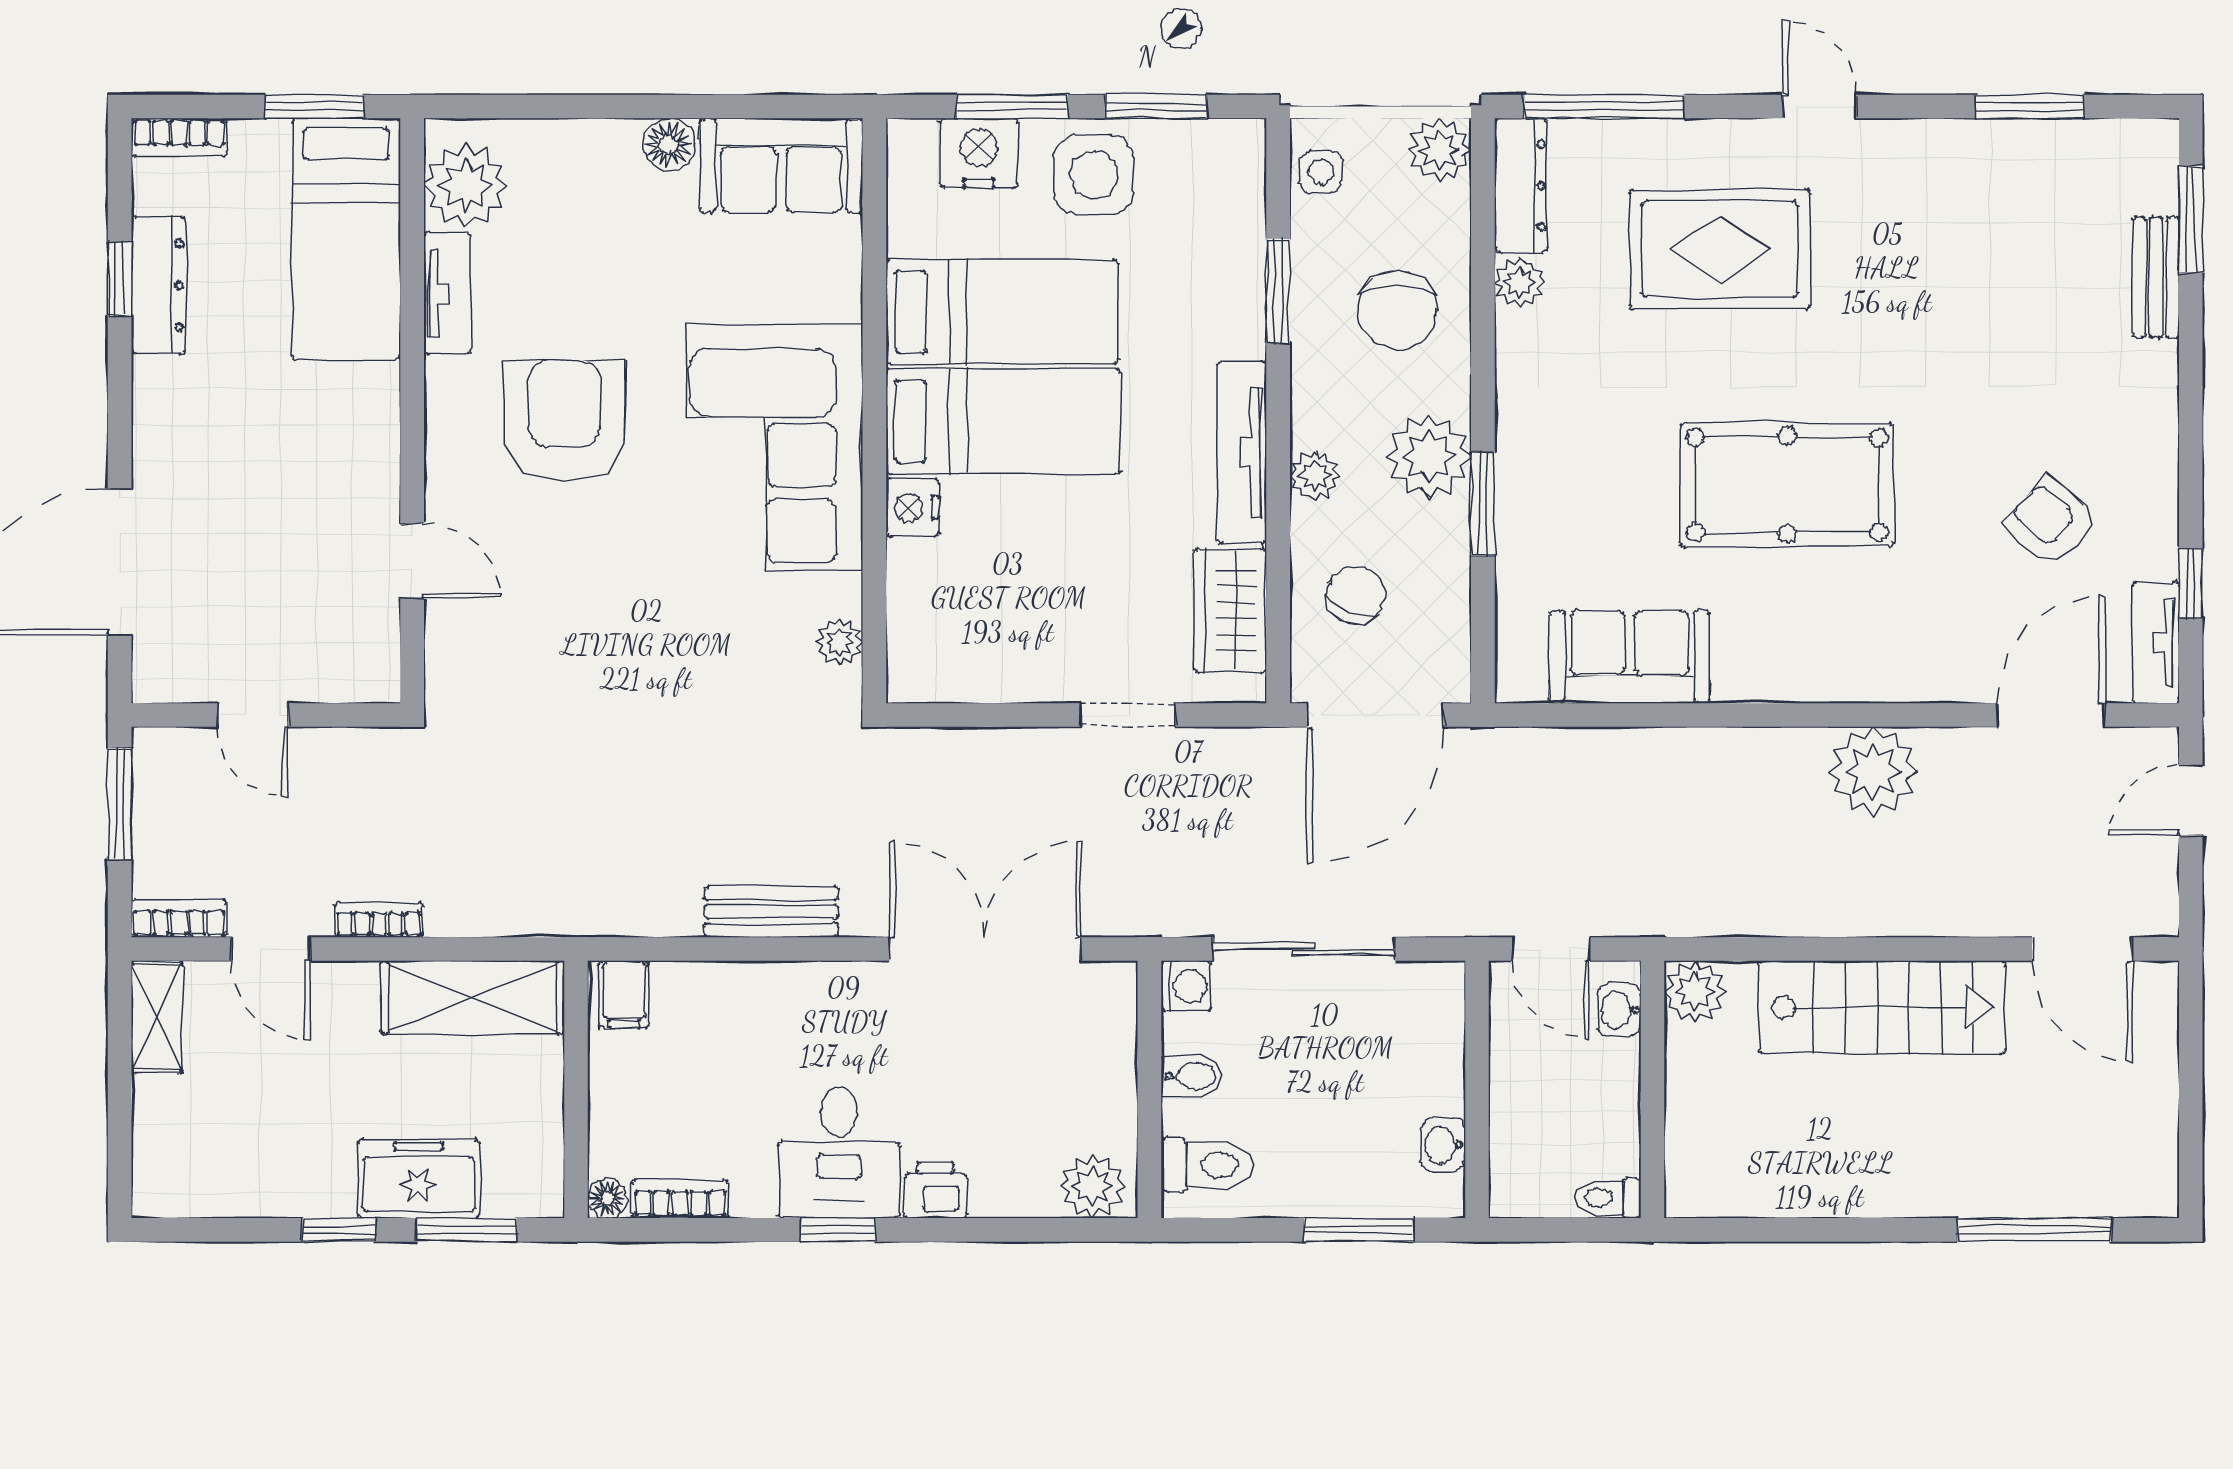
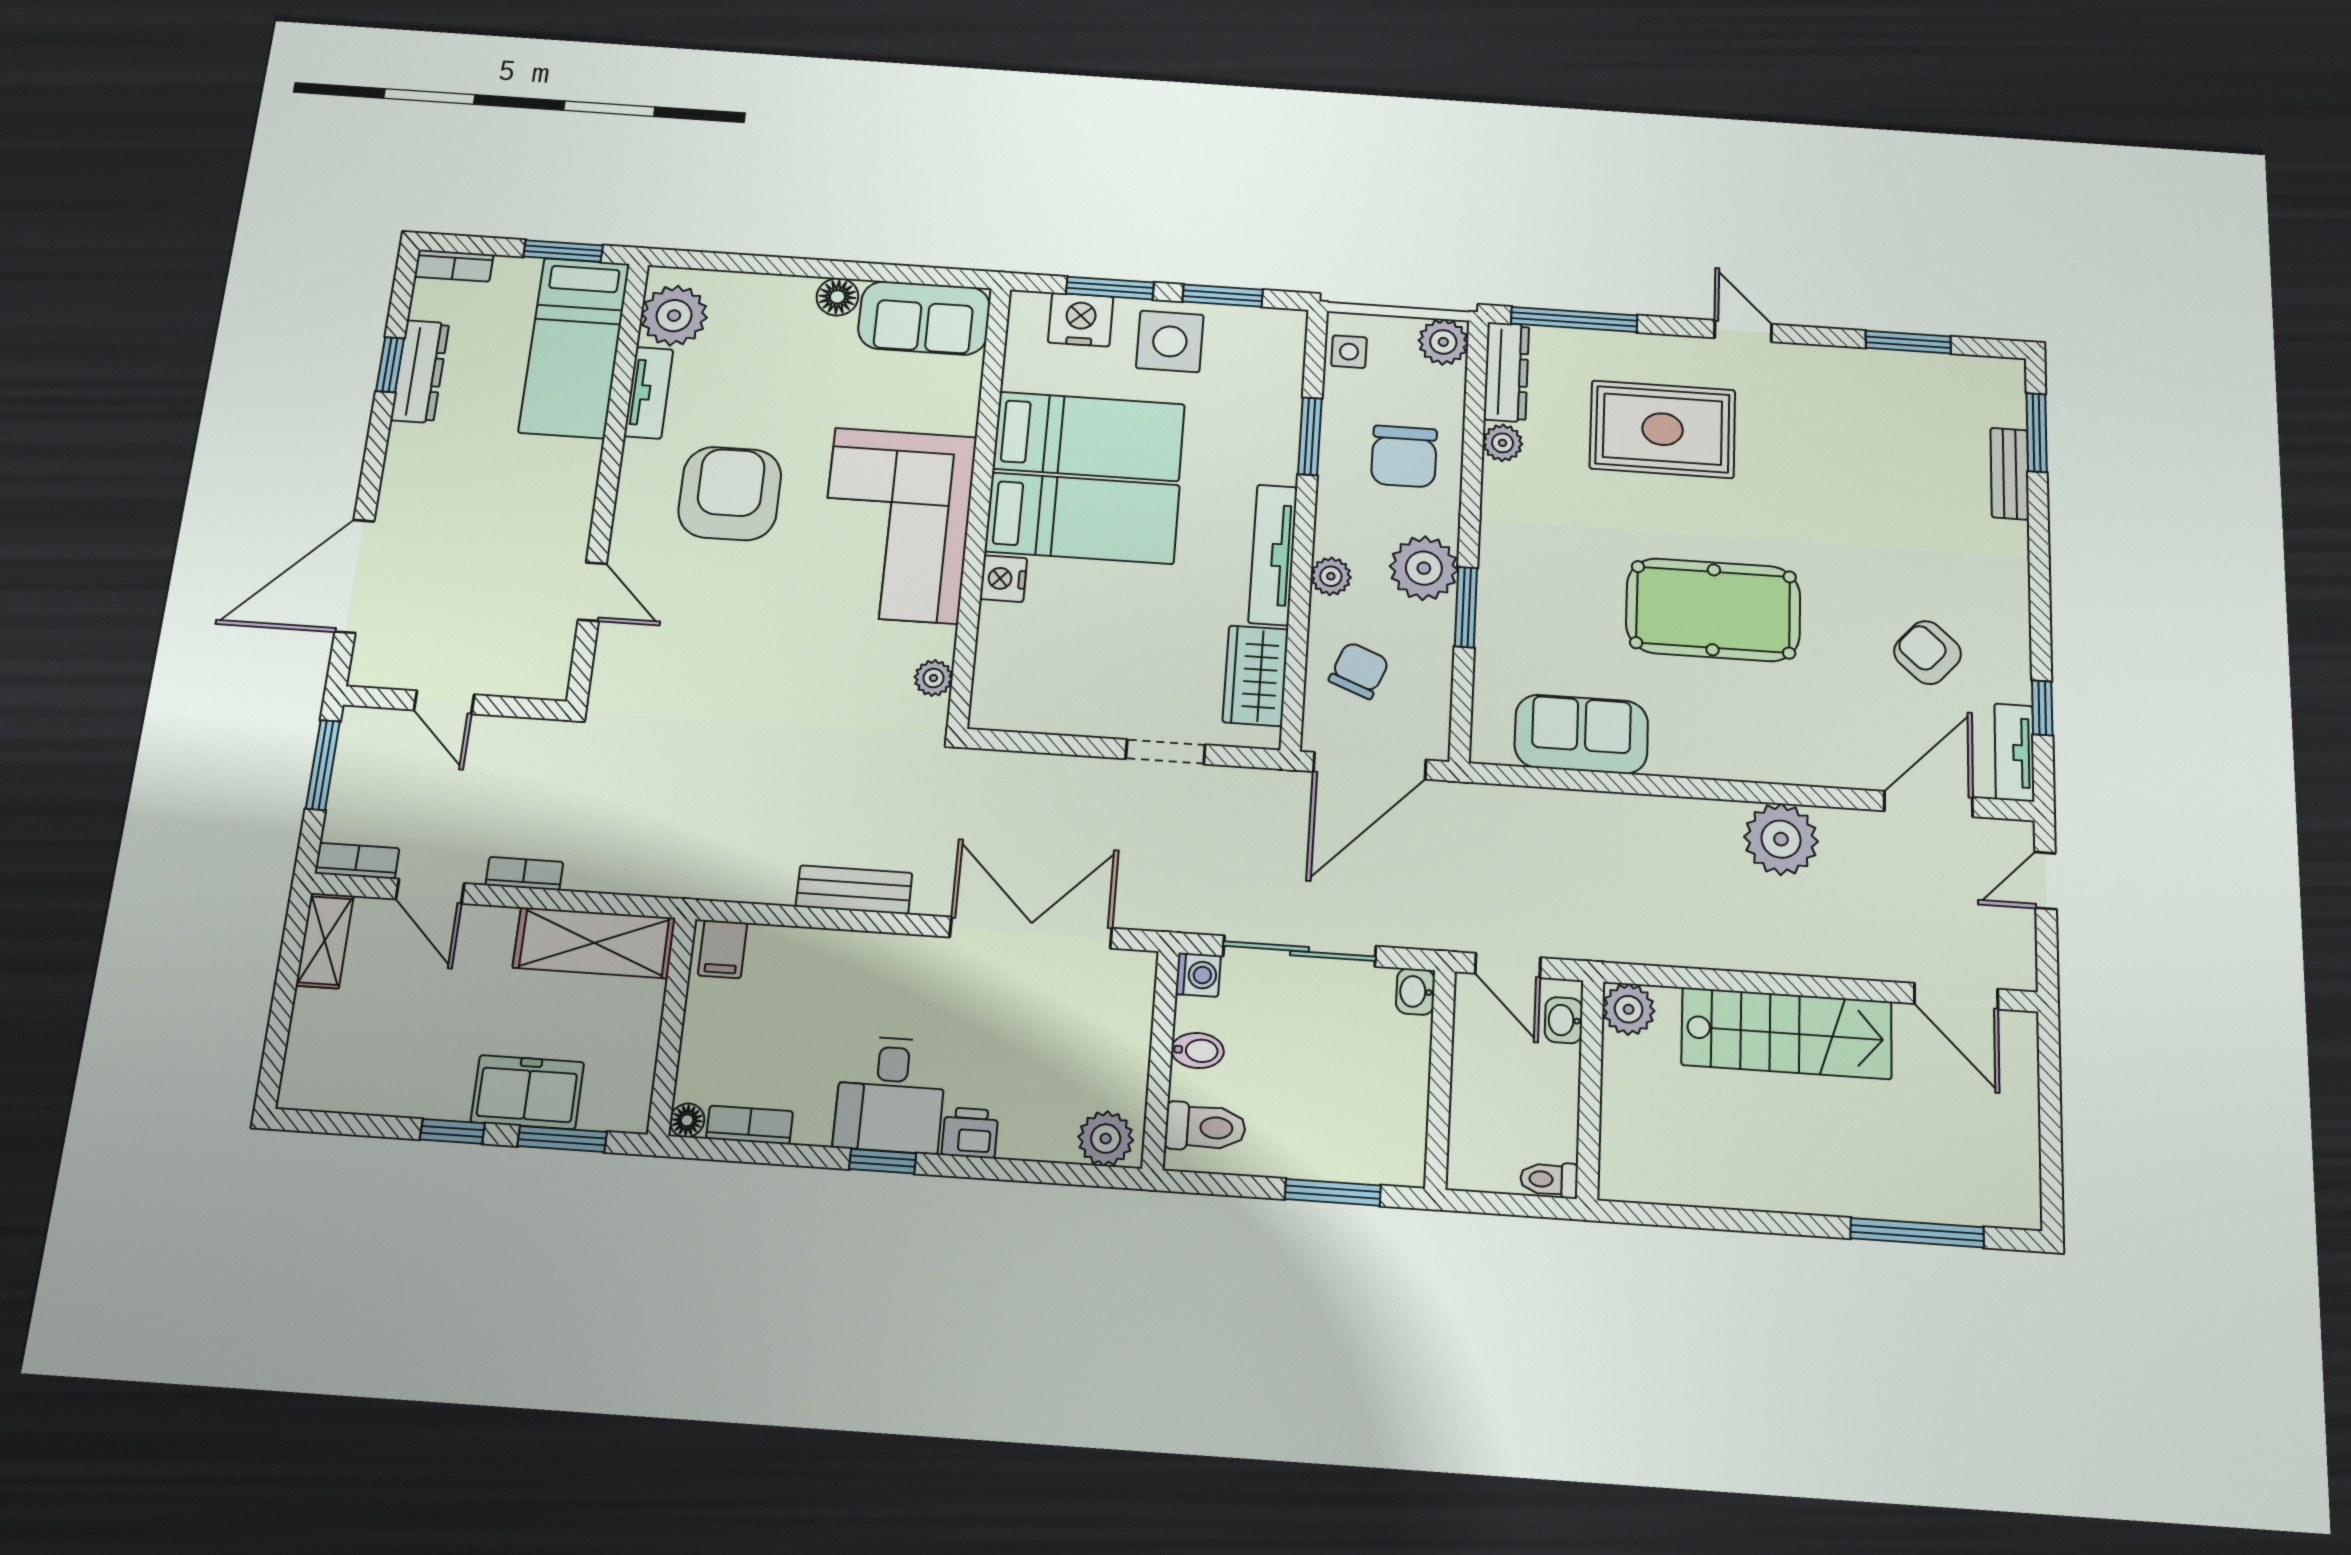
washbasin: (1443, 1145) -> (1415, 992), moved

